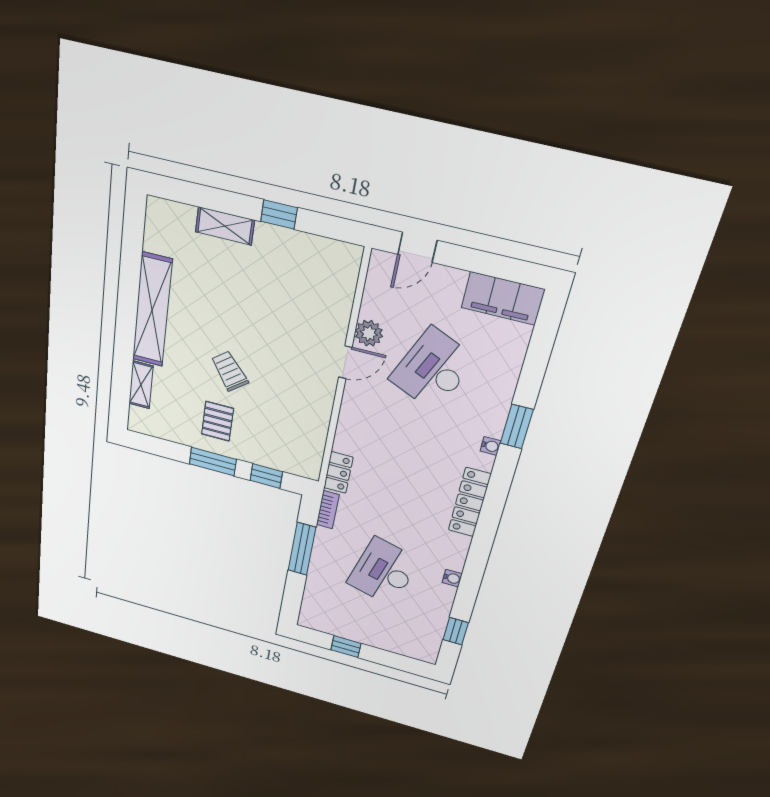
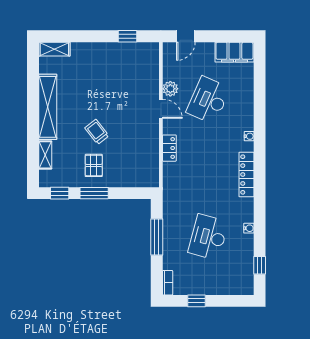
window: (279, 215) -> (127, 36), moved
shelving: (225, 226) -> (54, 49), moved
door: (345, 362) -> (161, 109), hinge flipped
window: (517, 427) -> (260, 121), removed
locker: (338, 472) -> (169, 148), moved
window: (266, 476) -> (60, 193), moved
bookcase: (328, 510) -> (168, 283), moved

